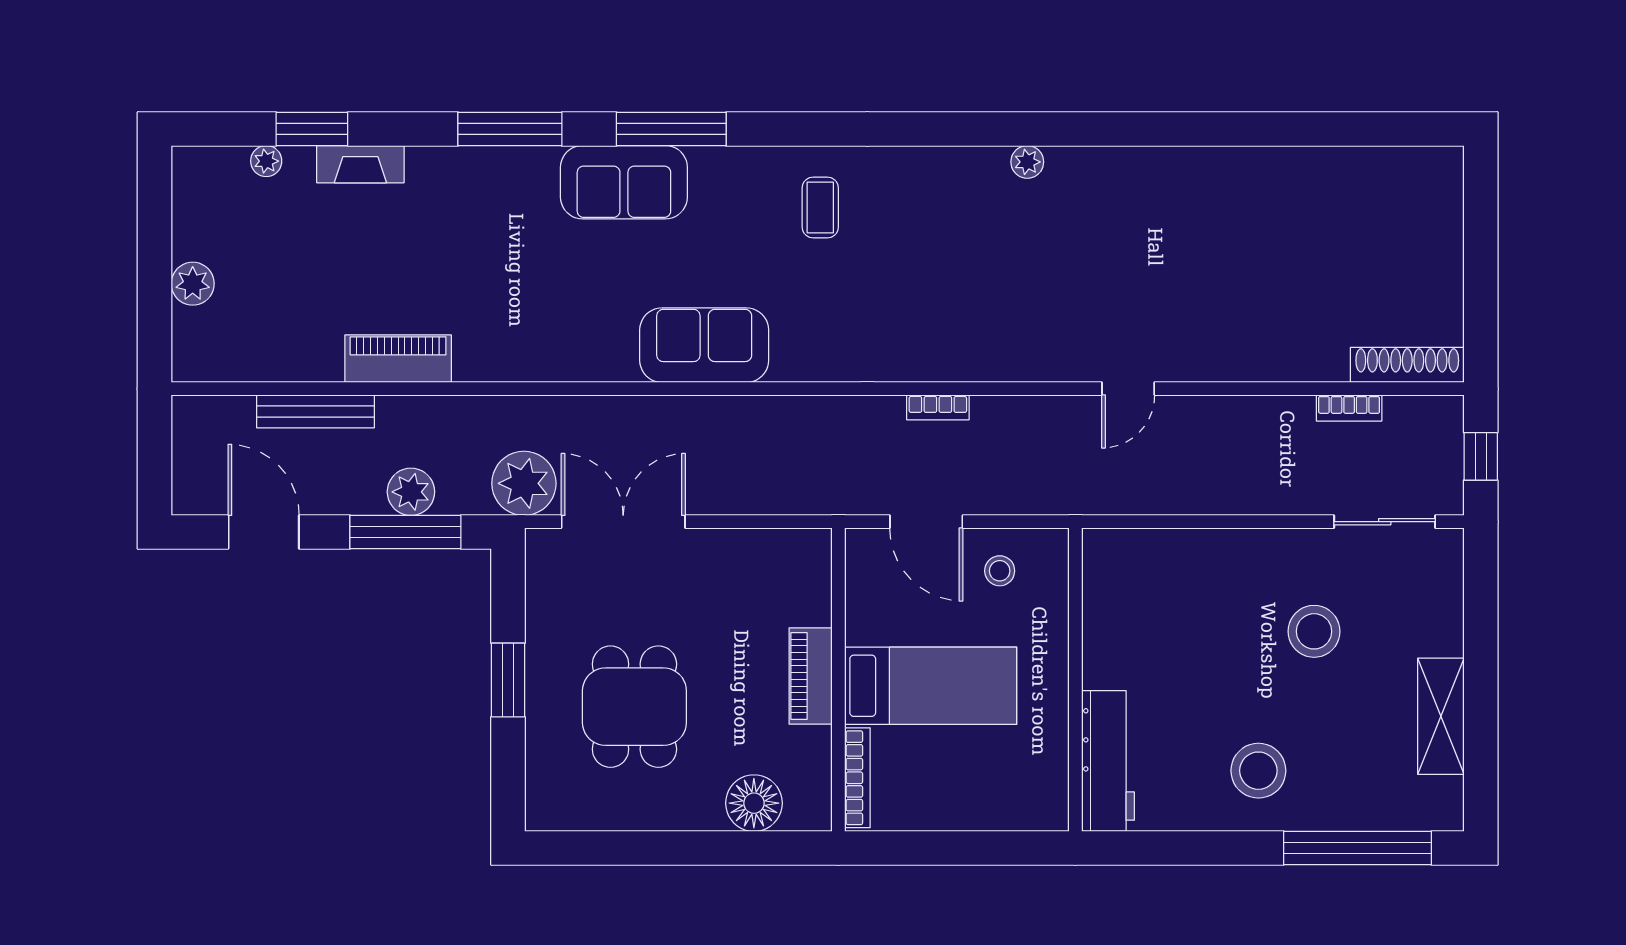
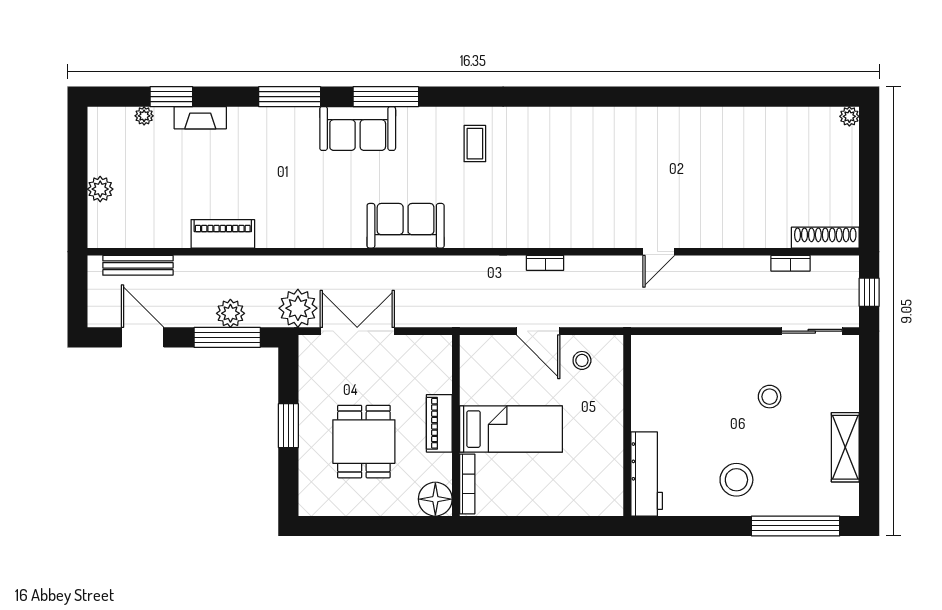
plant: (1027, 162) -> (849, 116), moved
bench: (316, 411) -> (138, 265), moved
stool: (1314, 631) -> (770, 397), width x0.73, depth x0.73
piano: (811, 676) -> (439, 423), moved
wall: (838, 680) -> (456, 425), moved
bed: (931, 686) -> (511, 429), moved
bookcase: (857, 778) -> (467, 484), moved

